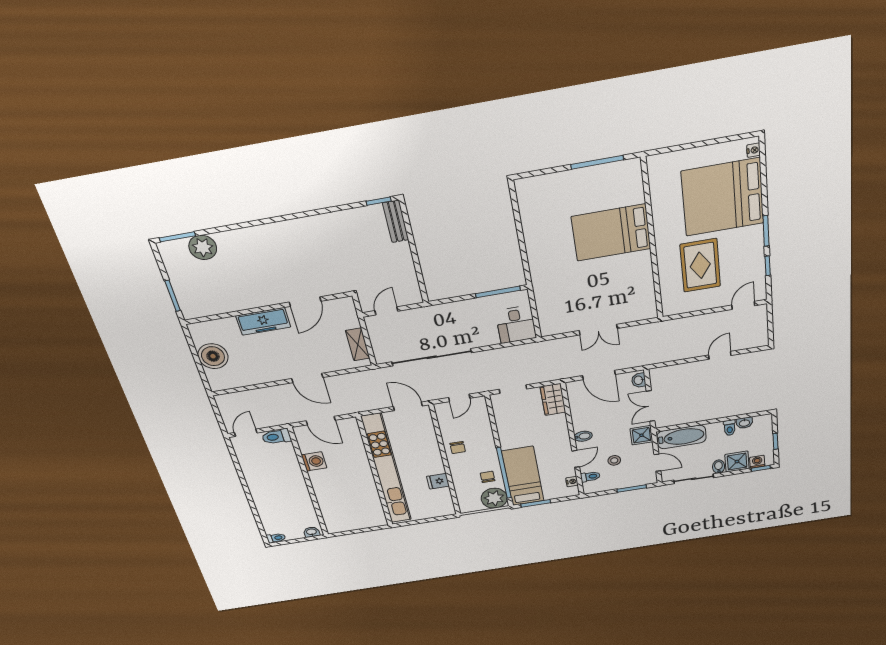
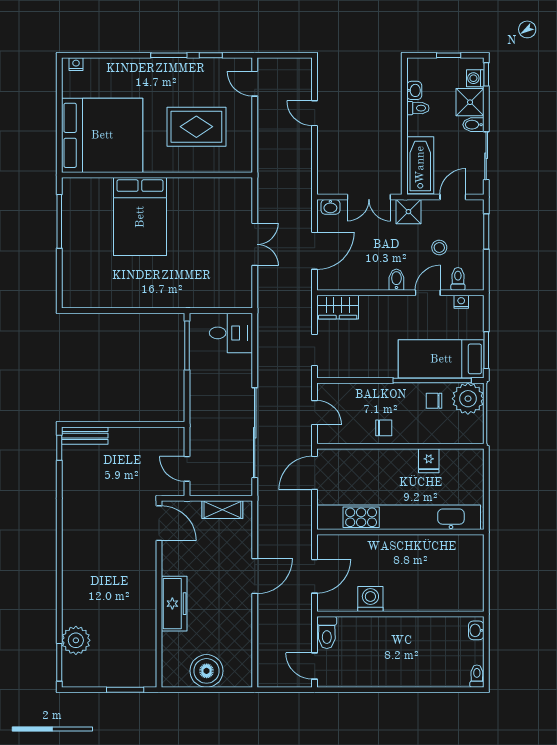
bed: (723, 197) -> (102, 135), moved, turned -90
door: (305, 302) -> (159, 523), moved
door: (576, 459) -> (428, 293), hinge flipped

